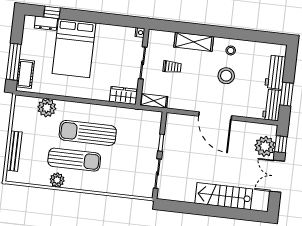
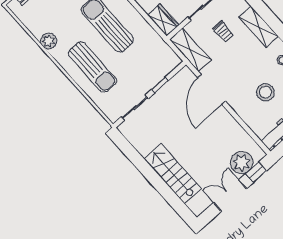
stool: (226, 76) -> (265, 92), moved
shelving: (154, 101) -> (190, 50), width x1.50, depth x1.33
door: (215, 116) -> (212, 90), moved
sun lounger: (74, 160) -> (93, 67), moved

